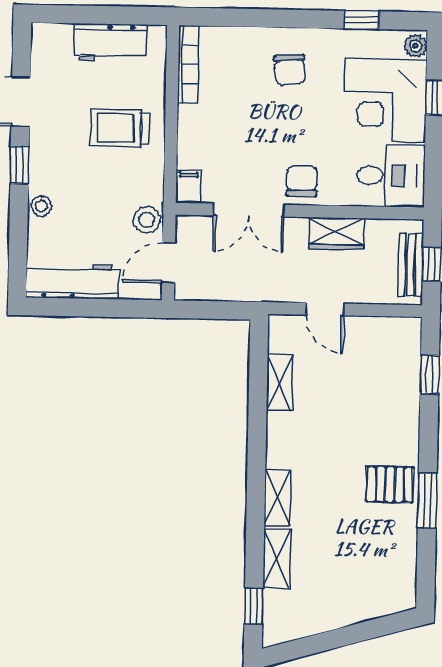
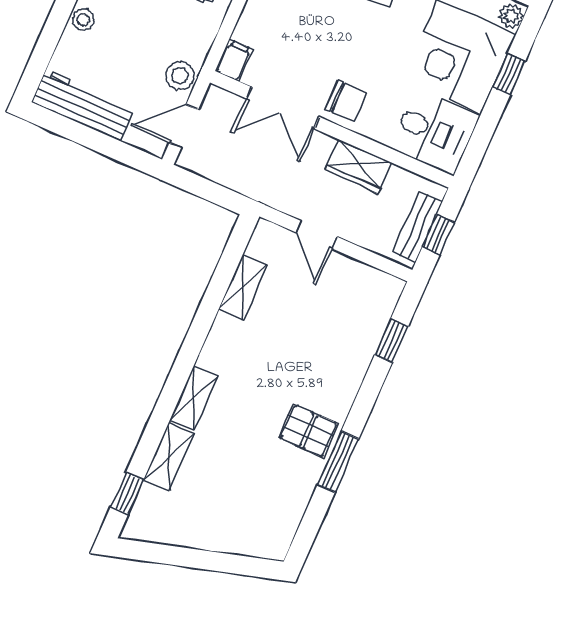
chair: (302, 181) -> (346, 101), turned 90

